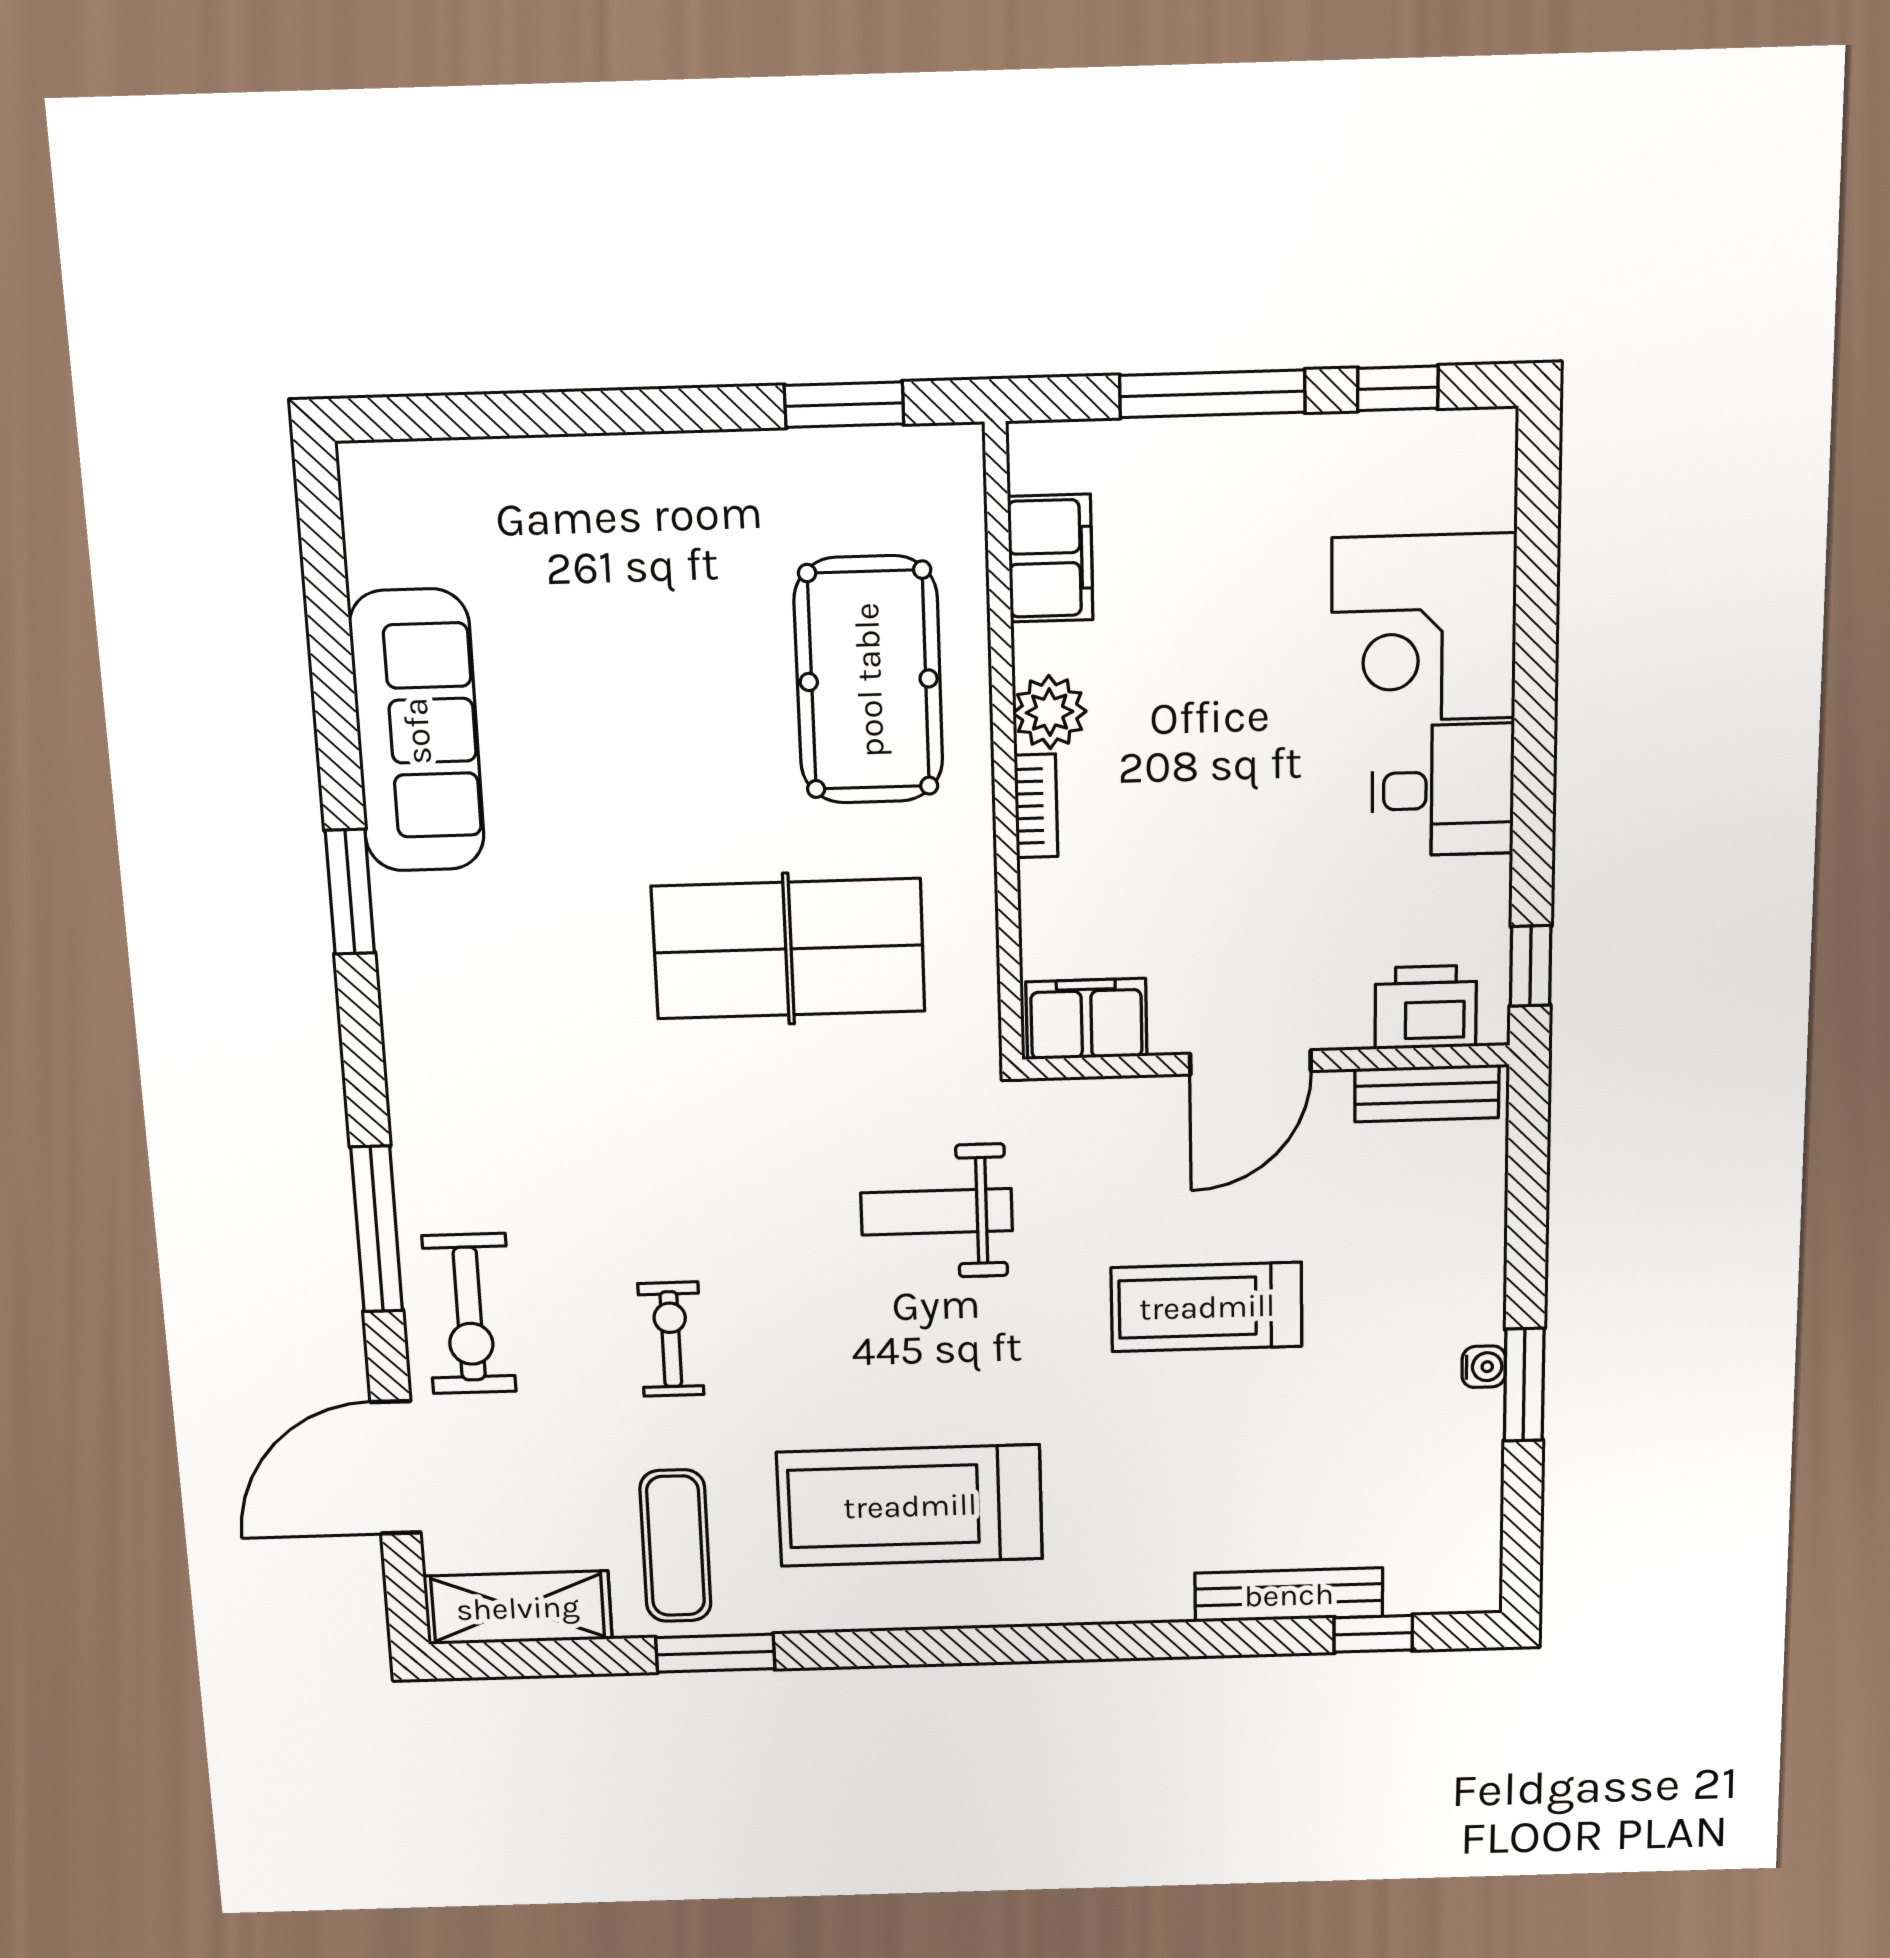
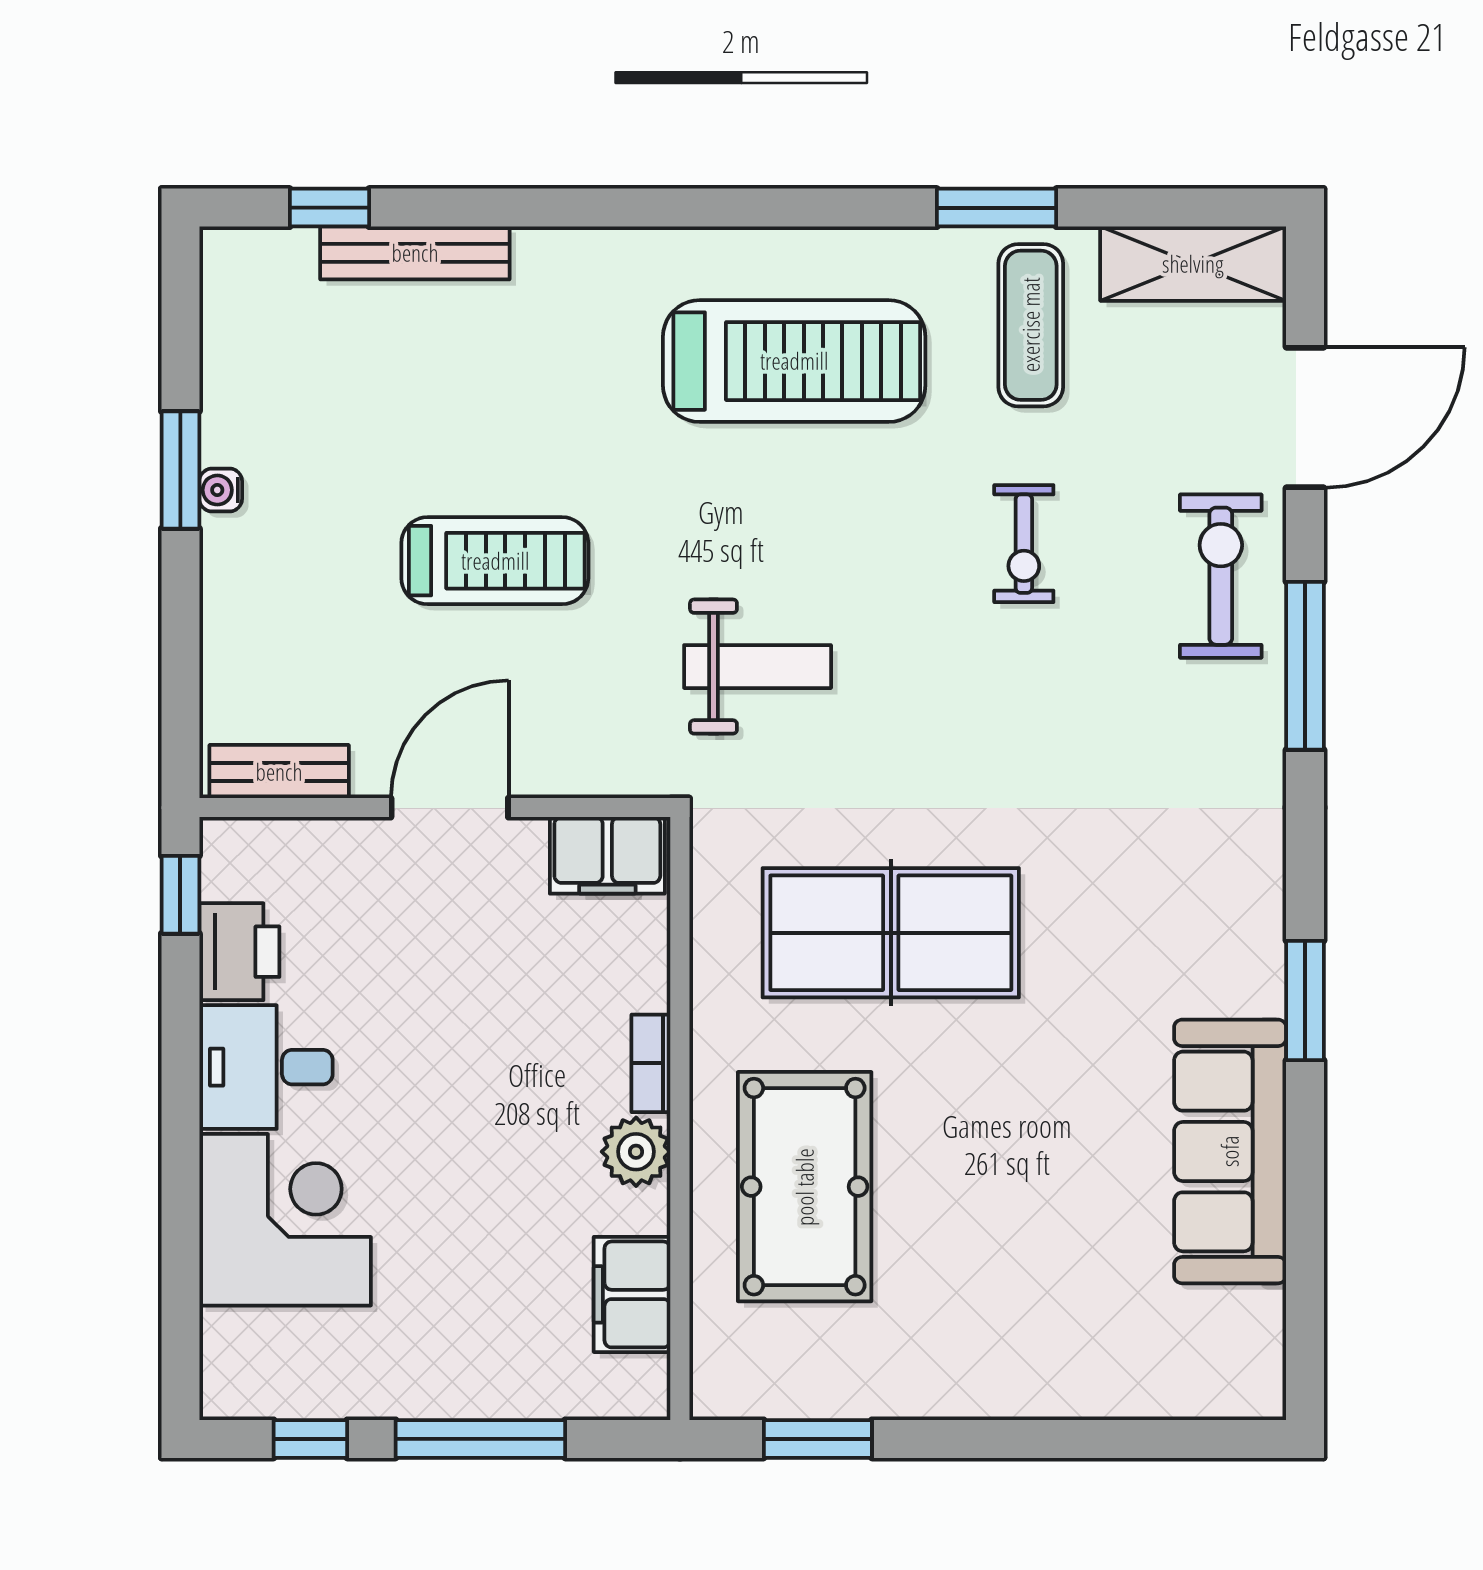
printer: (1426, 1007) -> (239, 952), moved, turned -90

